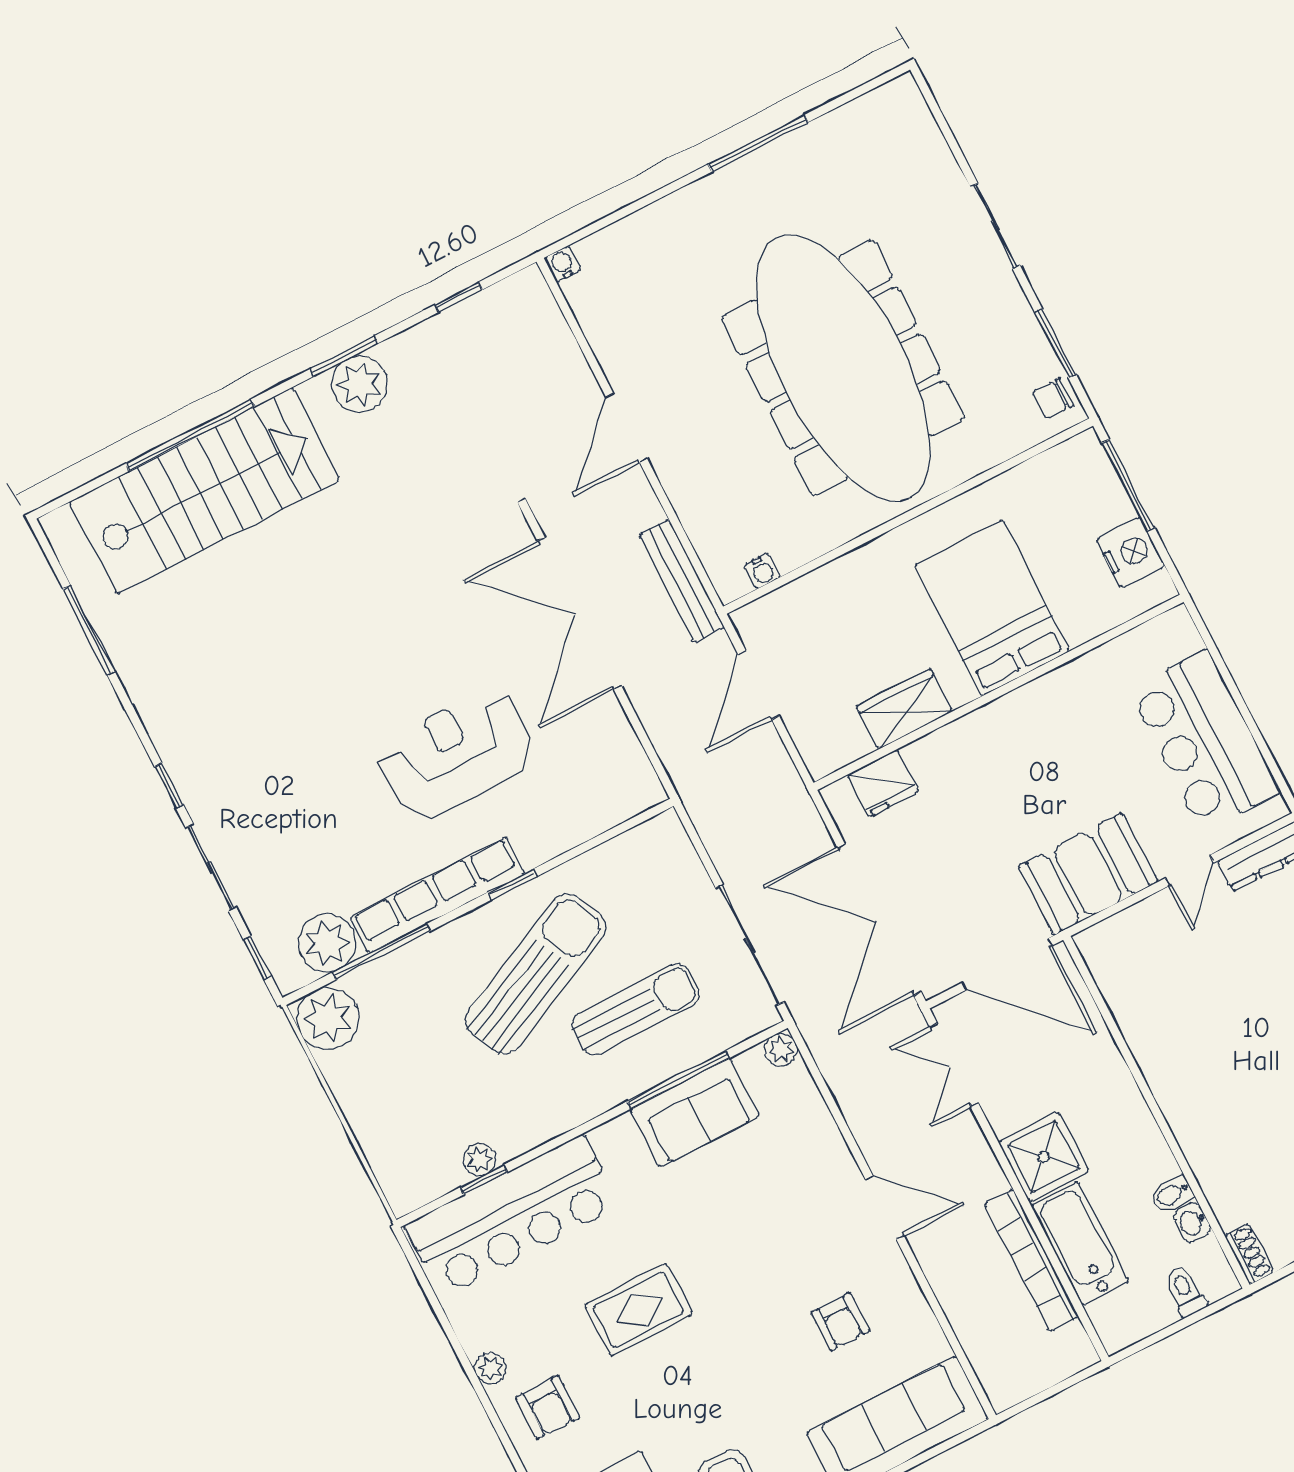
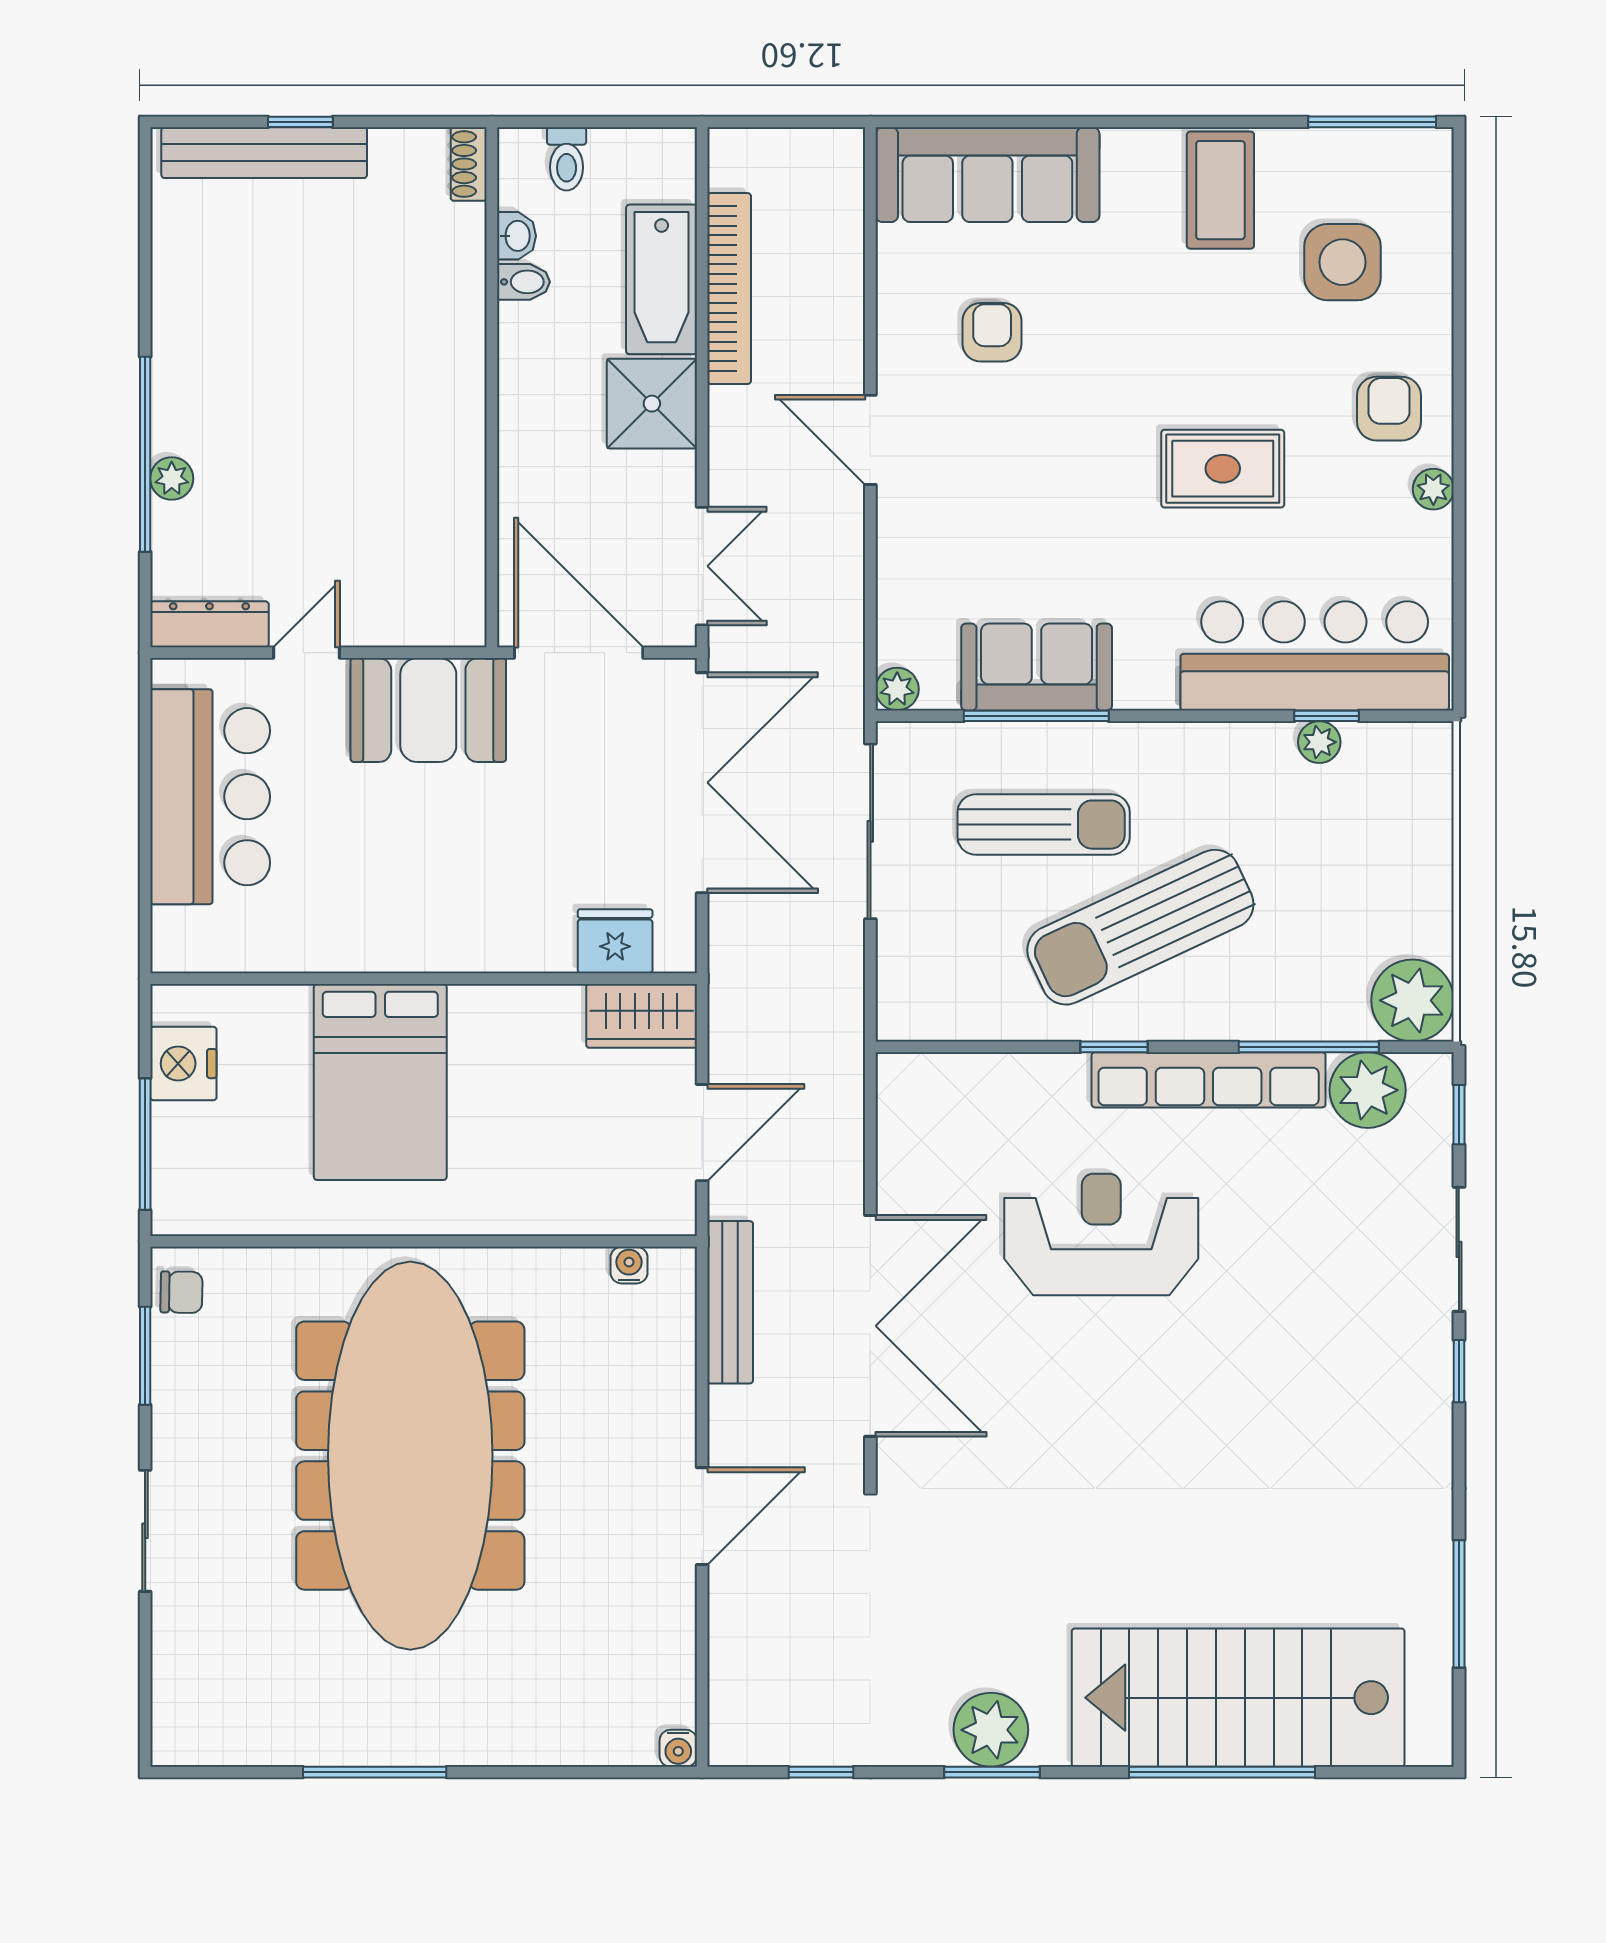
wardrobe: (904, 709) -> (642, 1016), moved
reception desk: (456, 754) -> (1101, 1234), turned 180
sun lounger: (636, 1009) -> (1044, 825), turned 180

